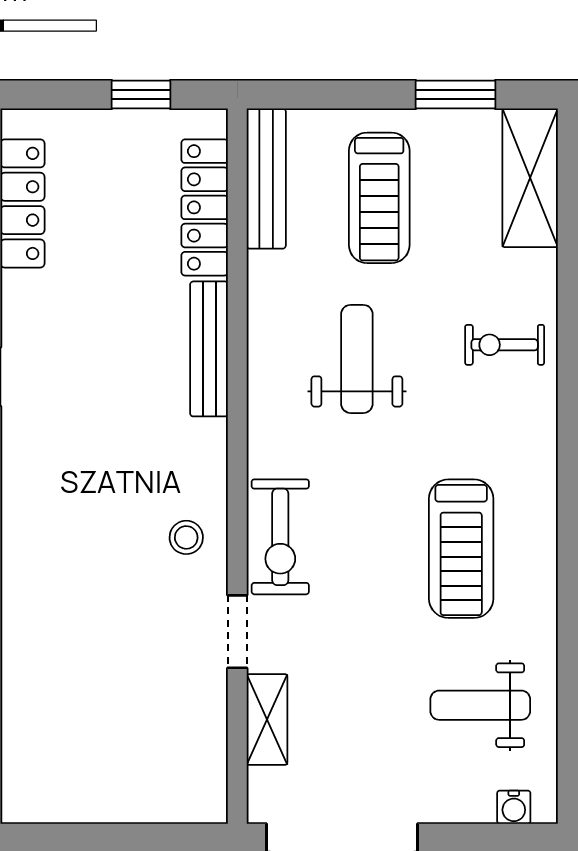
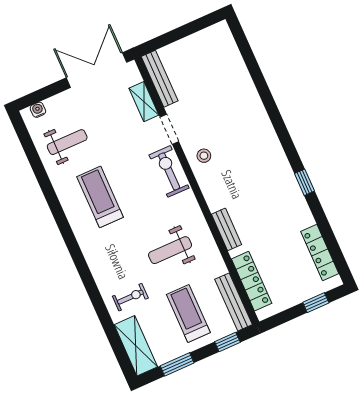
window: (141, 95) -> (316, 303), moved
window: (320, 95) -> (227, 342), added
exercise bike: (505, 345) -> (130, 297), moved
bench: (209, 349) -> (227, 229), width x0.73
weight bench: (357, 359) -> (170, 250), turned 90
bench: (209, 755) -> (160, 79), added

